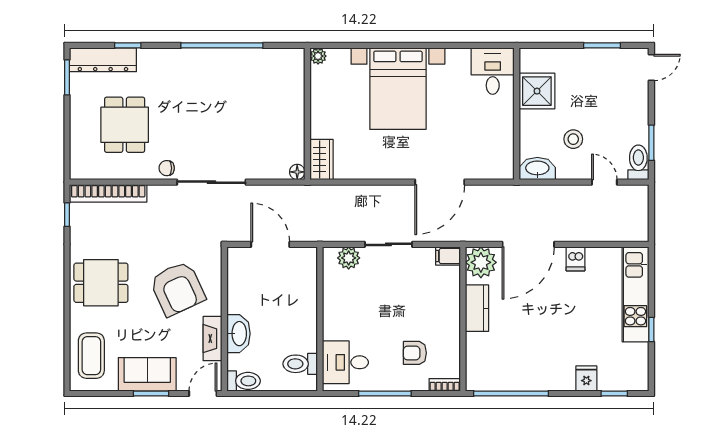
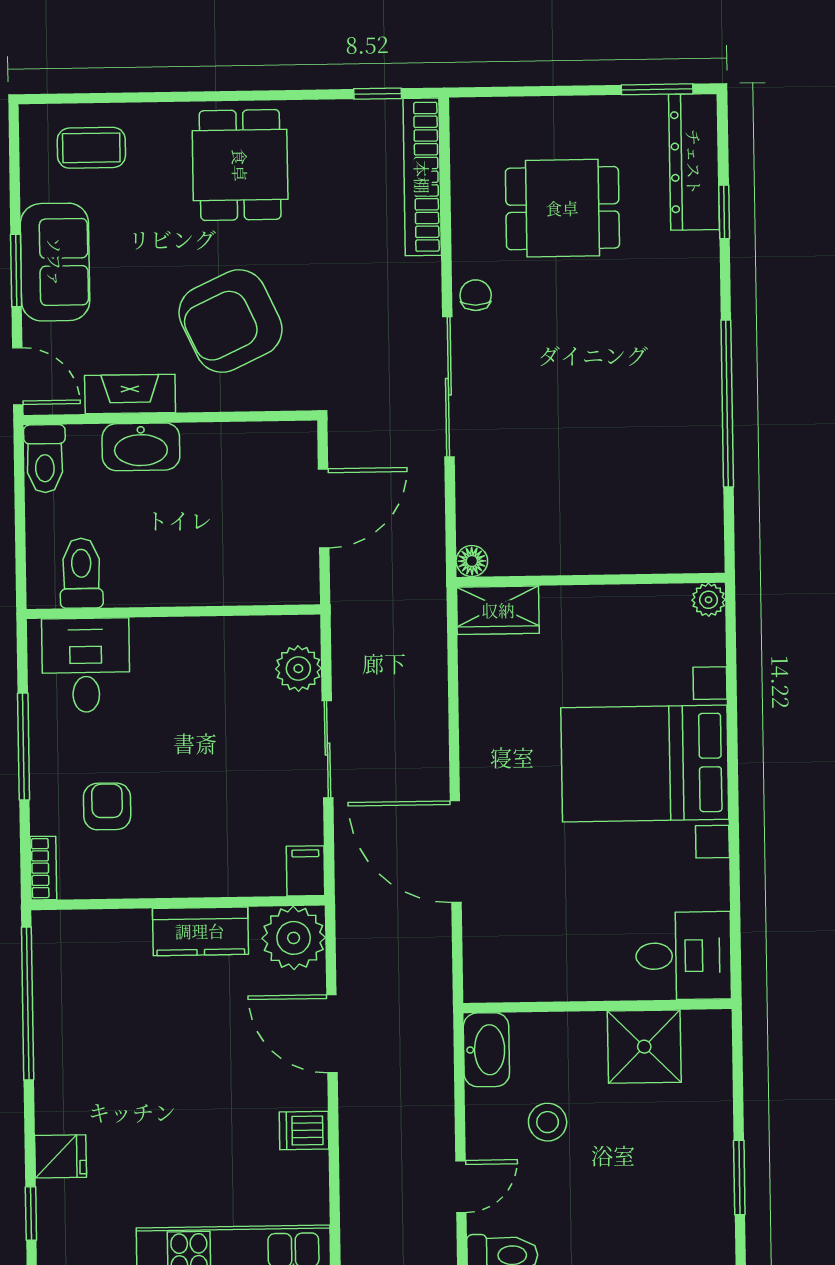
door: (528, 244) -> (332, 1034), width x0.73
coffee table: (91, 356) -> (91, 148), width x0.73, depth x0.77

